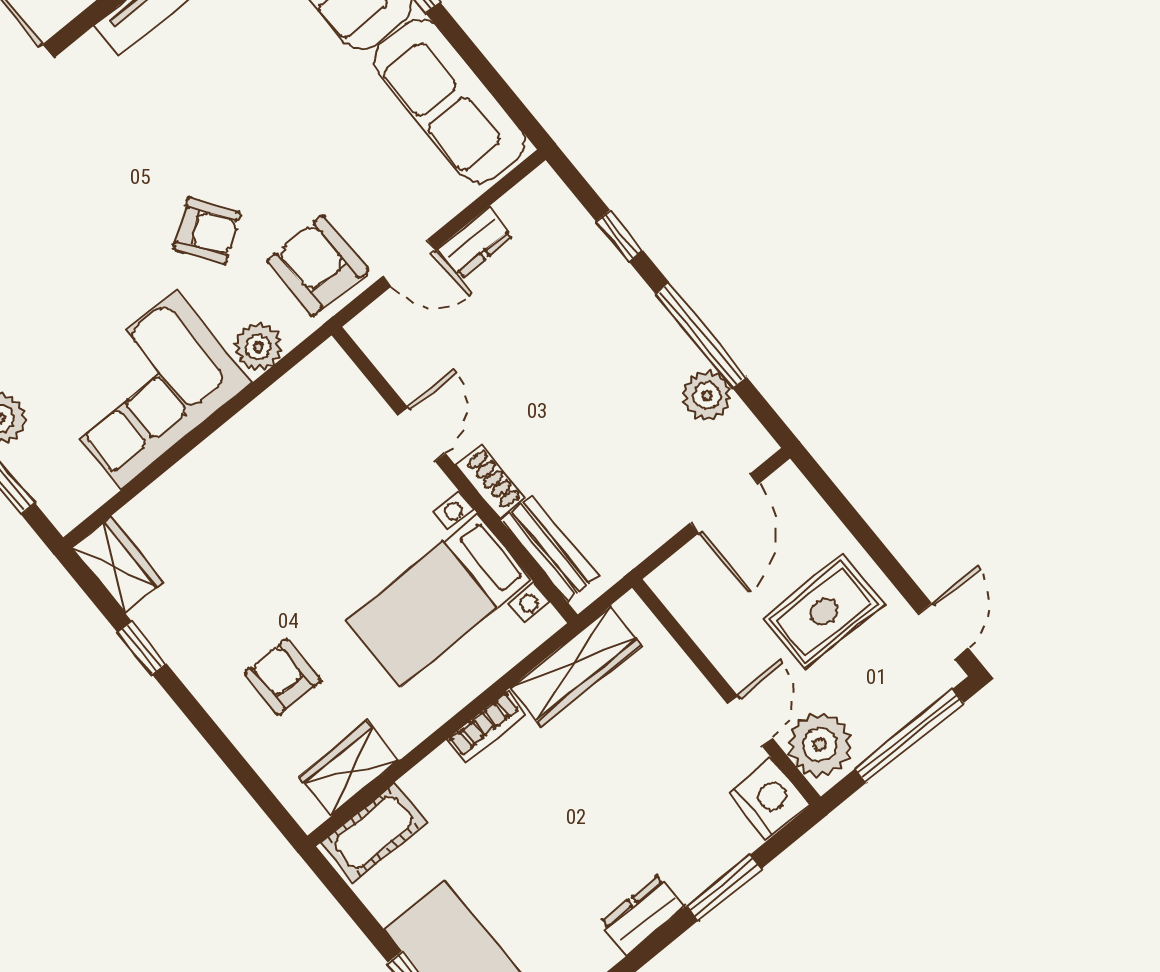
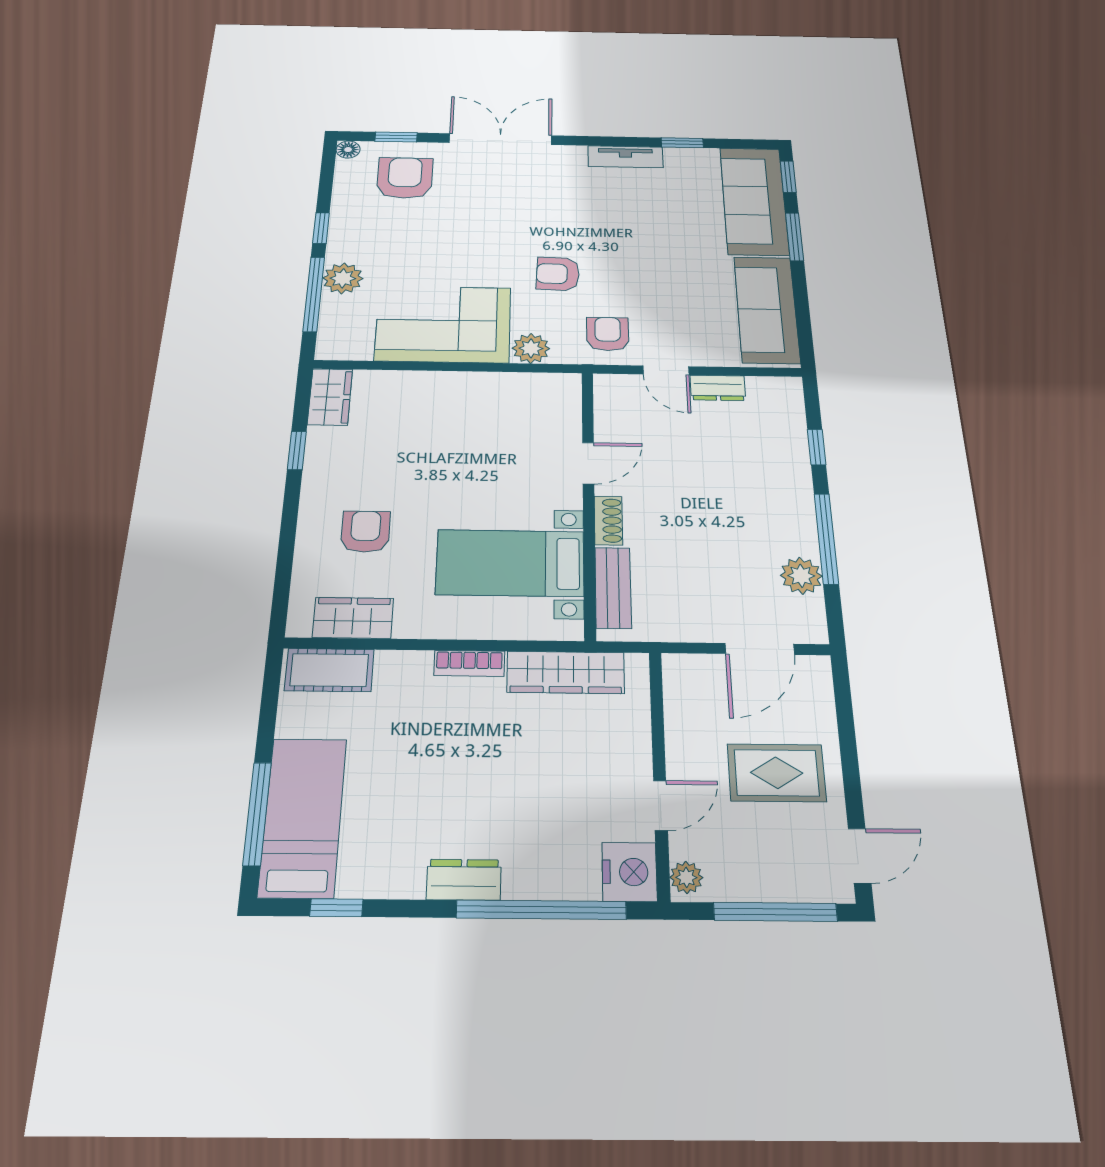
armchair: (207, 231) -> (558, 274), turned 127
armchair: (318, 266) -> (608, 334), width x0.72, depth x0.72
plant: (820, 745) -> (686, 877), width x0.53, depth x0.53
window: (724, 888) -> (541, 910), width x2.11

